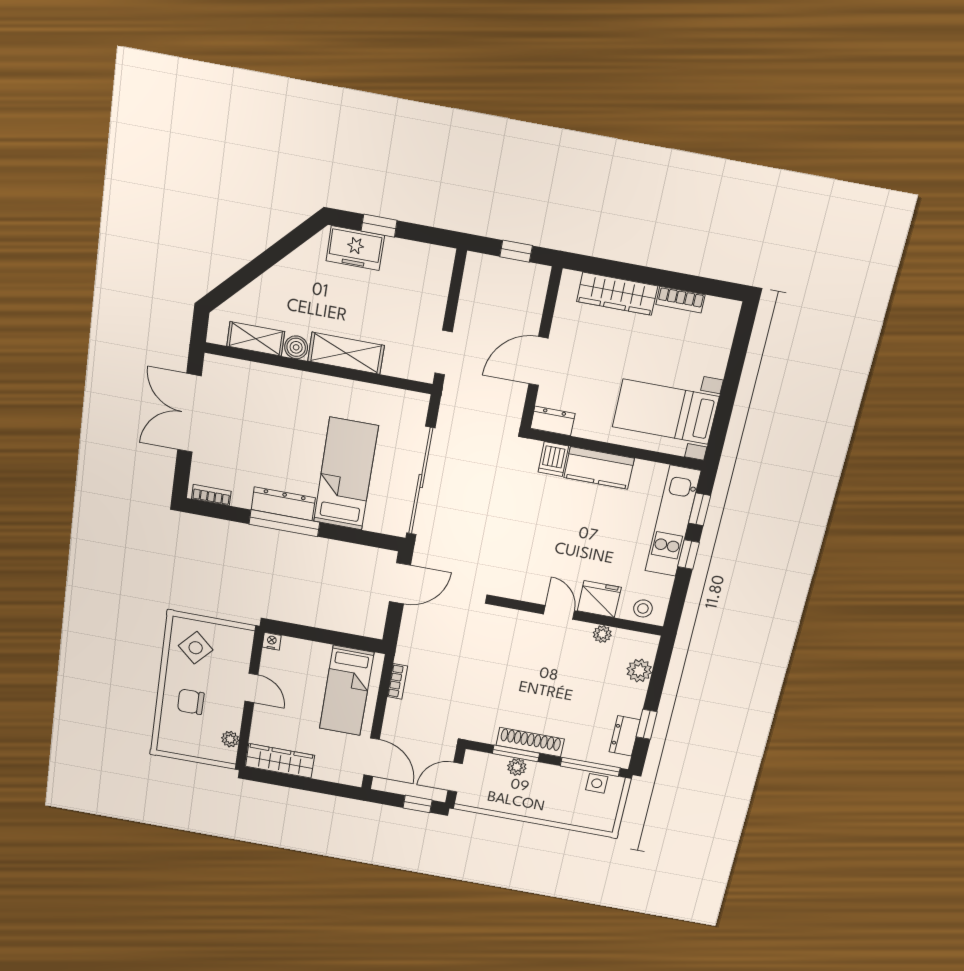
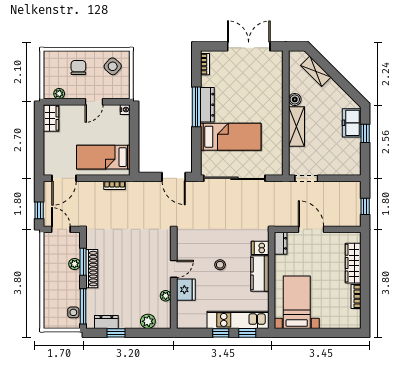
shelving: (256, 339) -> (316, 71), moved, turned -45
stool: (643, 608) -> (220, 265), moved
wardrobe: (280, 761) -> (51, 118), width x0.67

